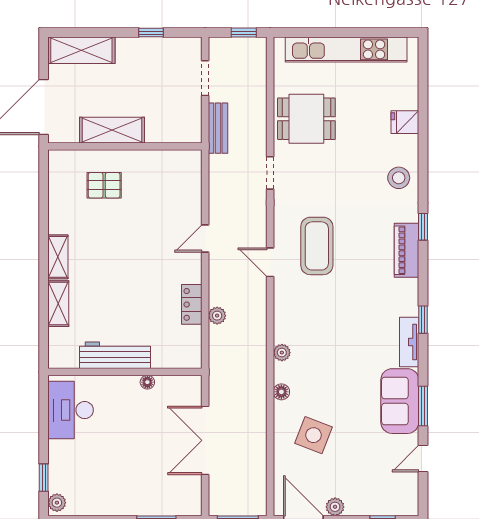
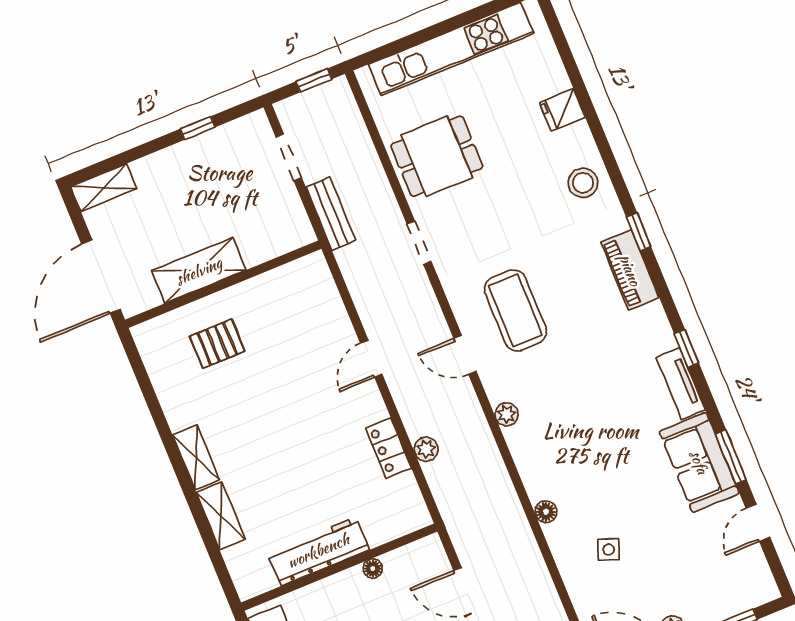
shelving: (81, 50) -> (104, 188), width x0.67, depth x0.75
plant: (282, 353) -> (507, 414), moved
side table: (314, 435) -> (609, 549), width x0.54, depth x0.54

